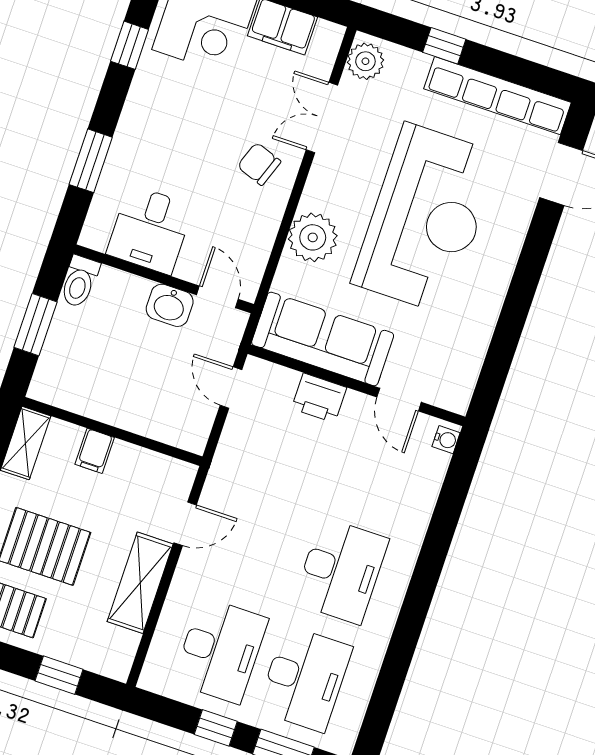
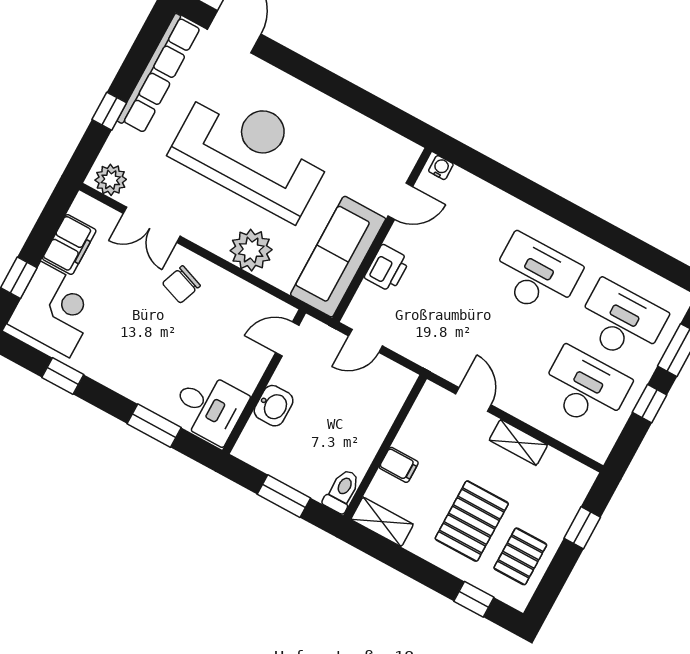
desk: (150, 230) -> (209, 407), moved
toilet: (80, 282) -> (342, 491), moved, turned -90
washbasin: (170, 305) -> (274, 406), moved
shelving: (140, 583) -> (518, 442), width x0.67, depth x0.75

